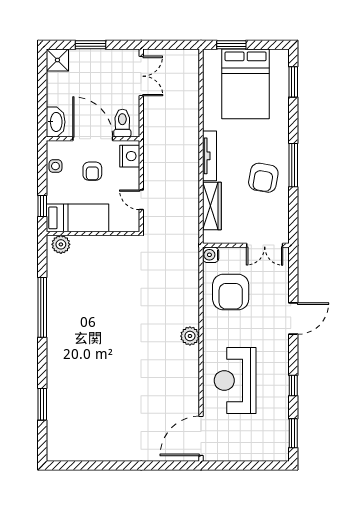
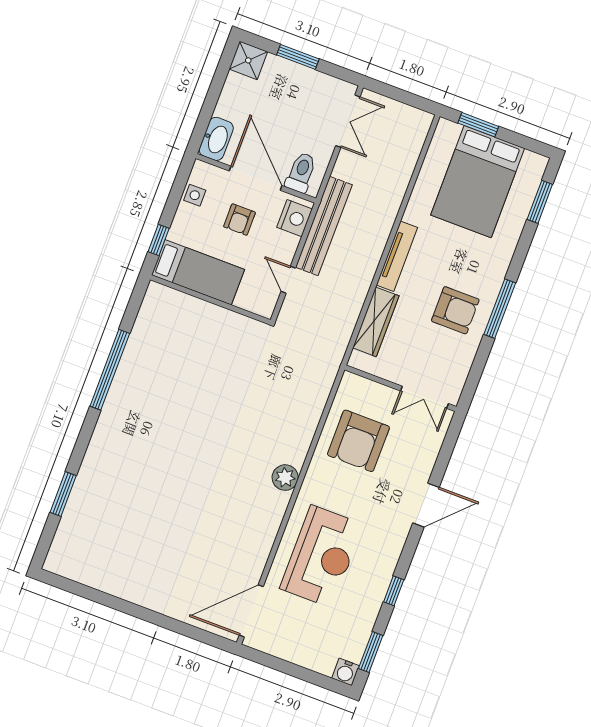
bench: (152, 154) -> (324, 226), added
armchair: (263, 178) -> (455, 310), turned -100
plant: (61, 244) -> (164, 298), removed
water cooler: (211, 255) -> (346, 672), moved, turned -90
reception desk: (235, 380) -> (321, 556), turned 180

